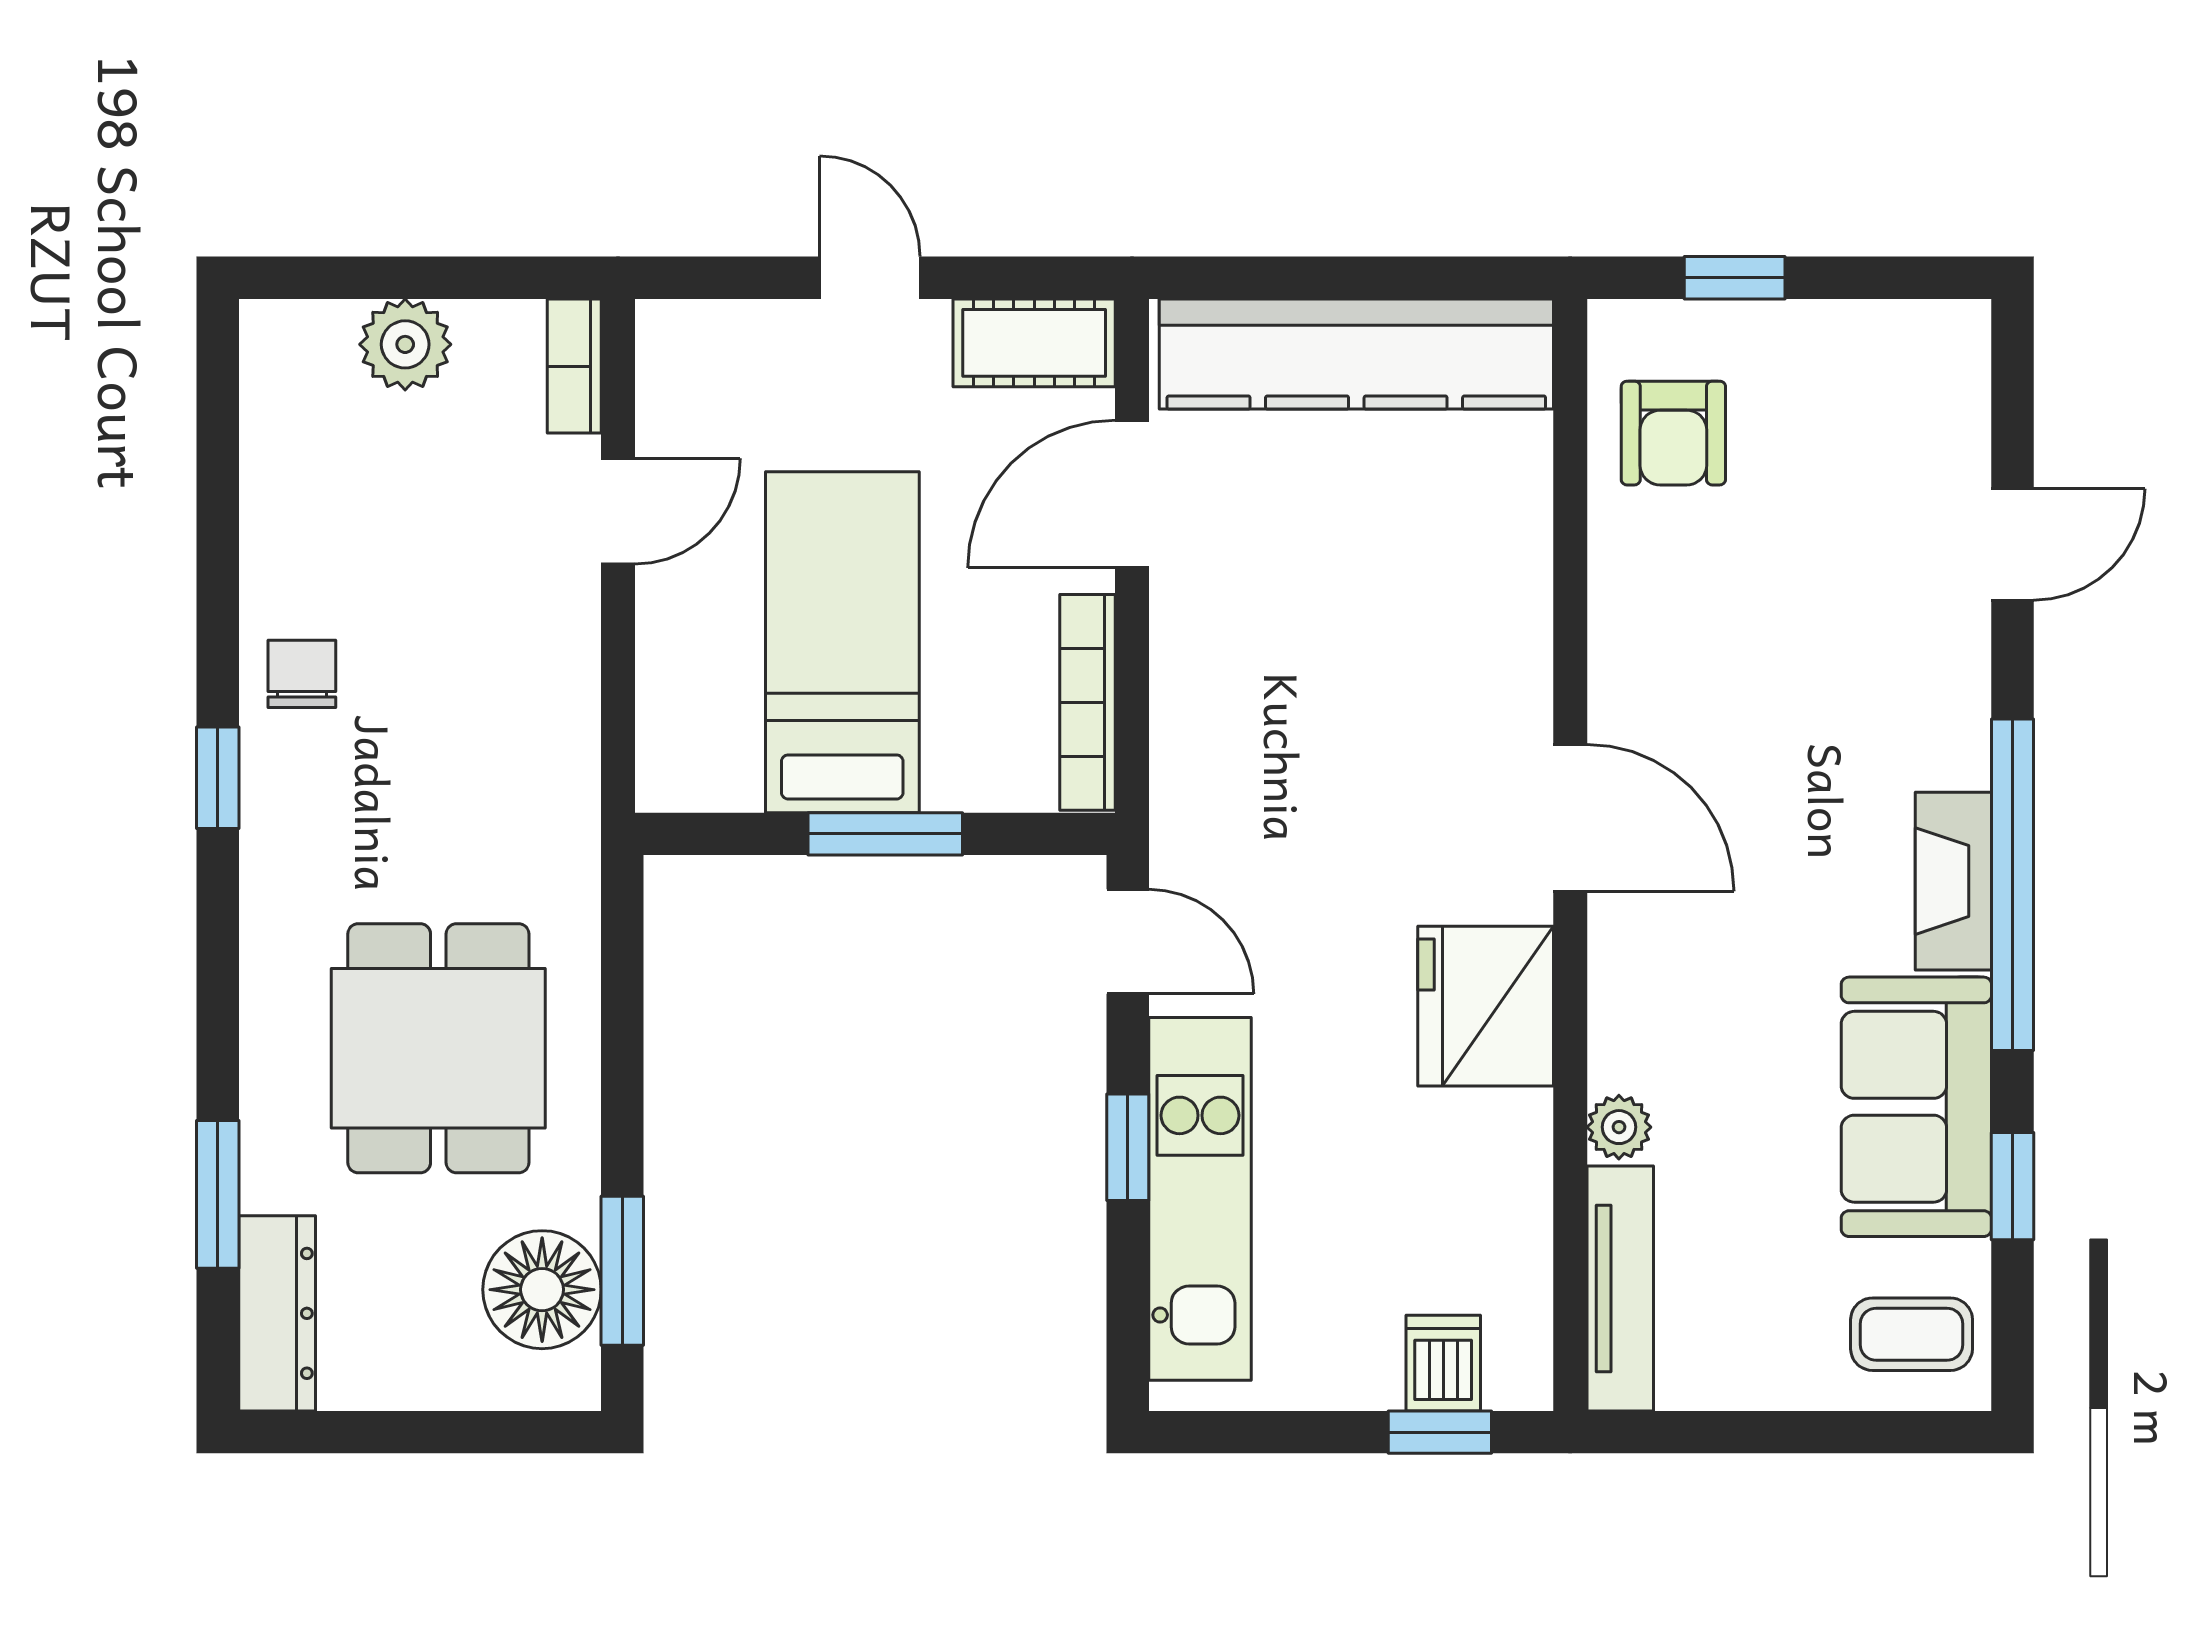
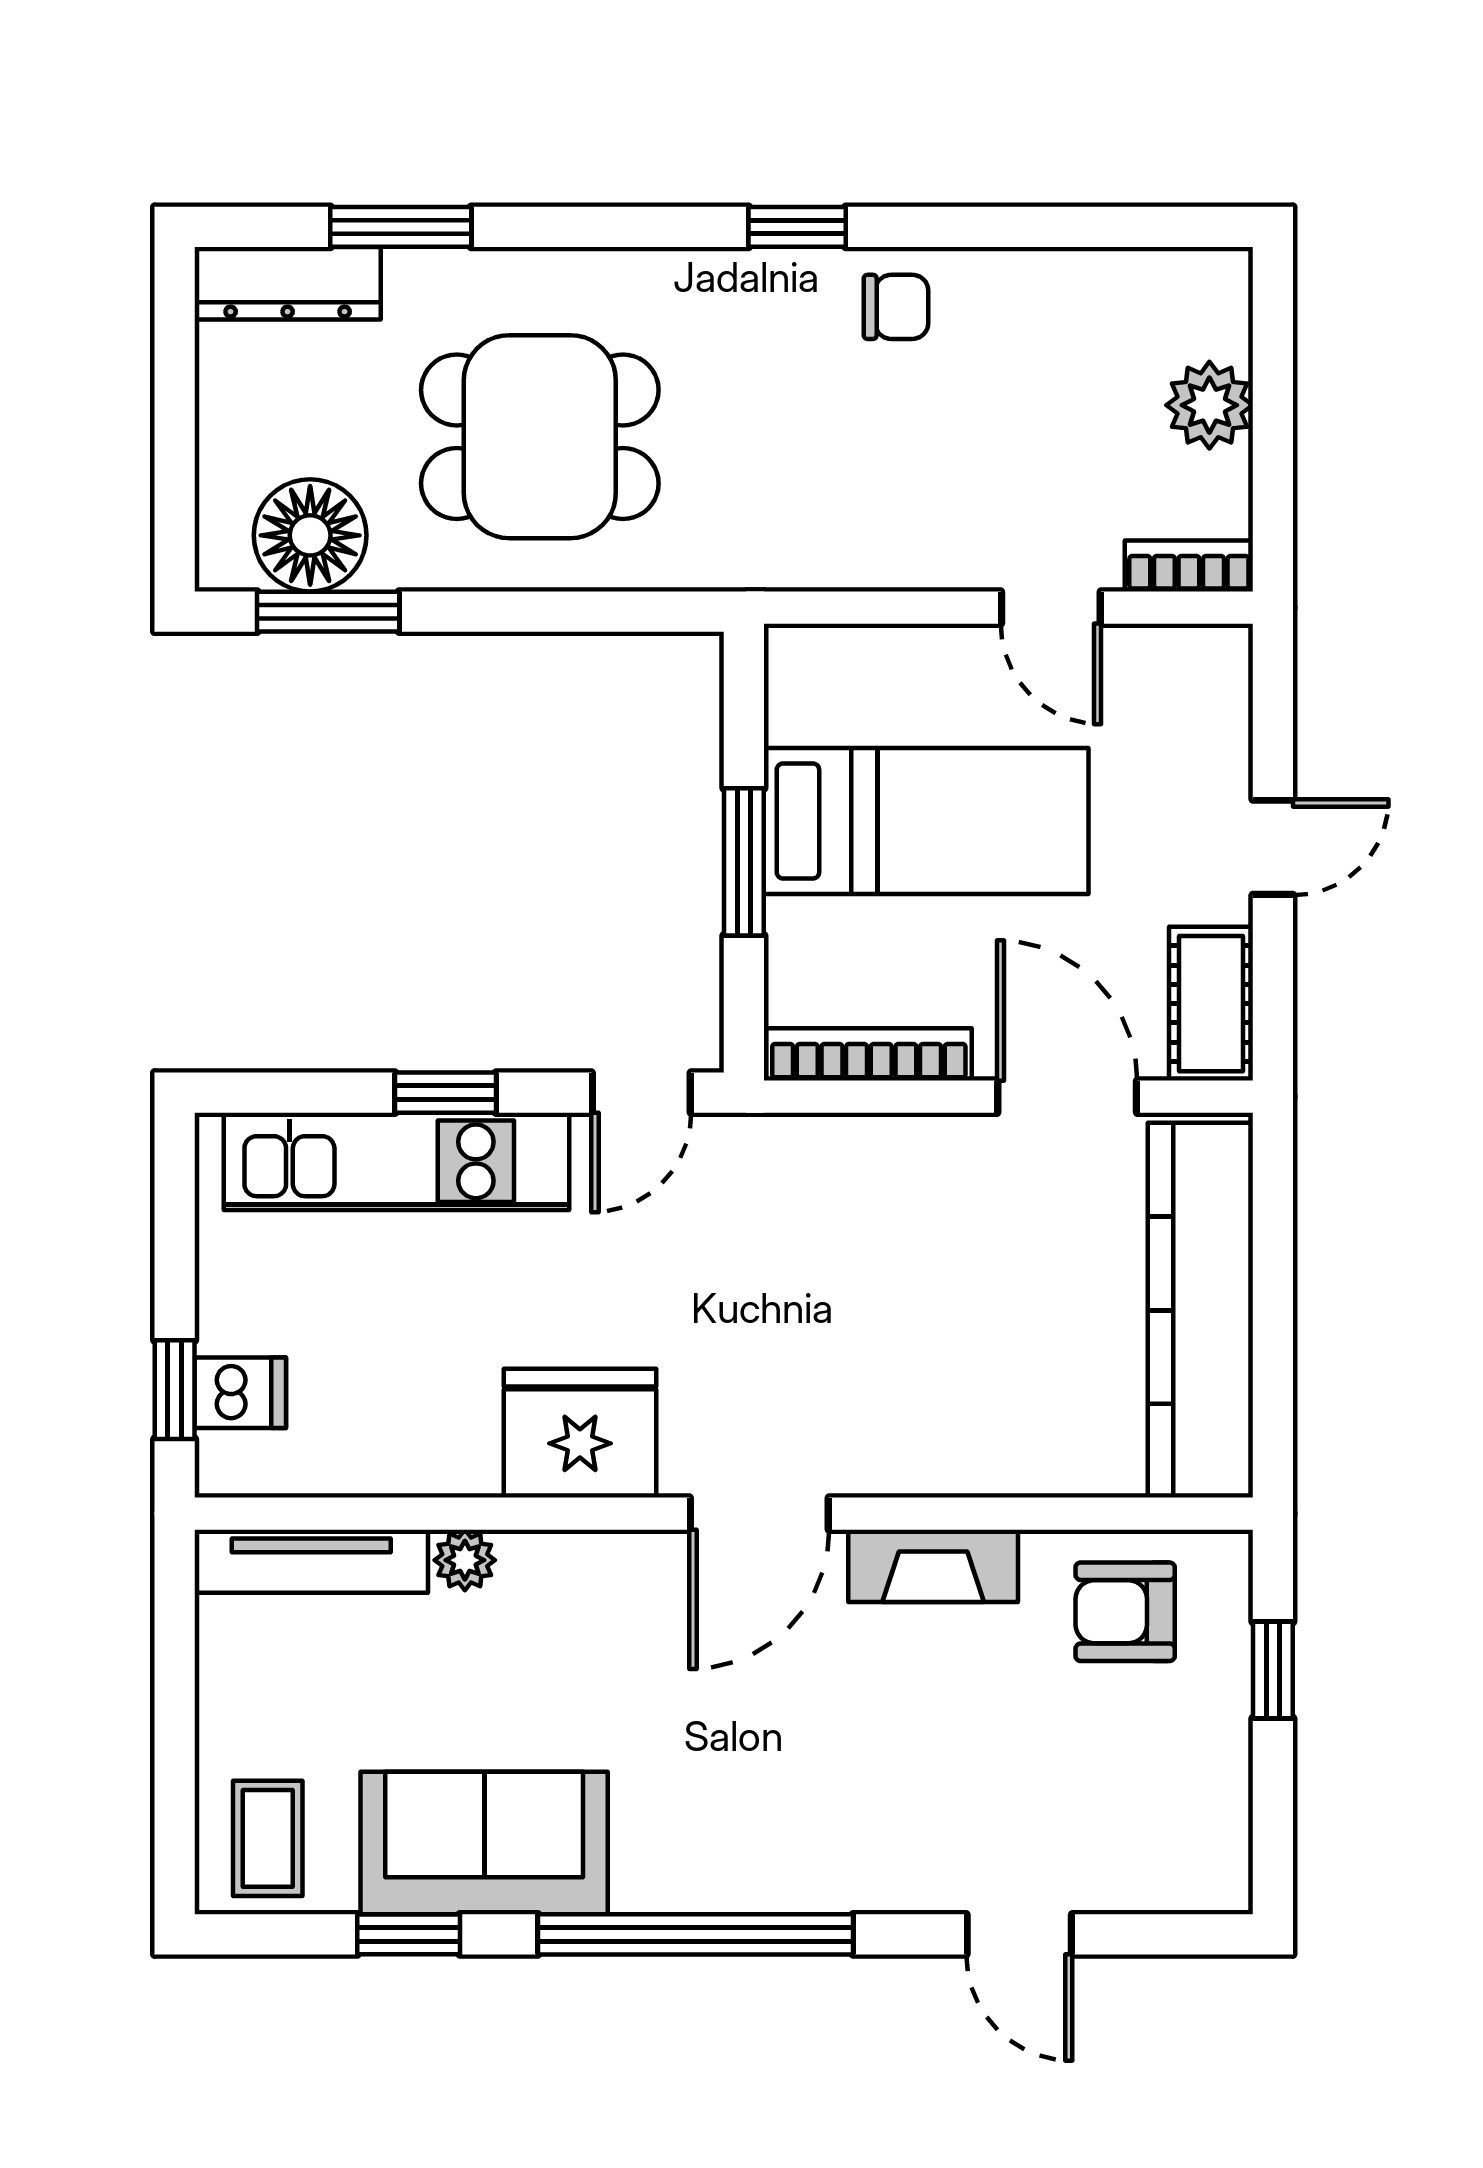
fireplace: (1953, 881) -> (933, 1566), moved, turned 180

